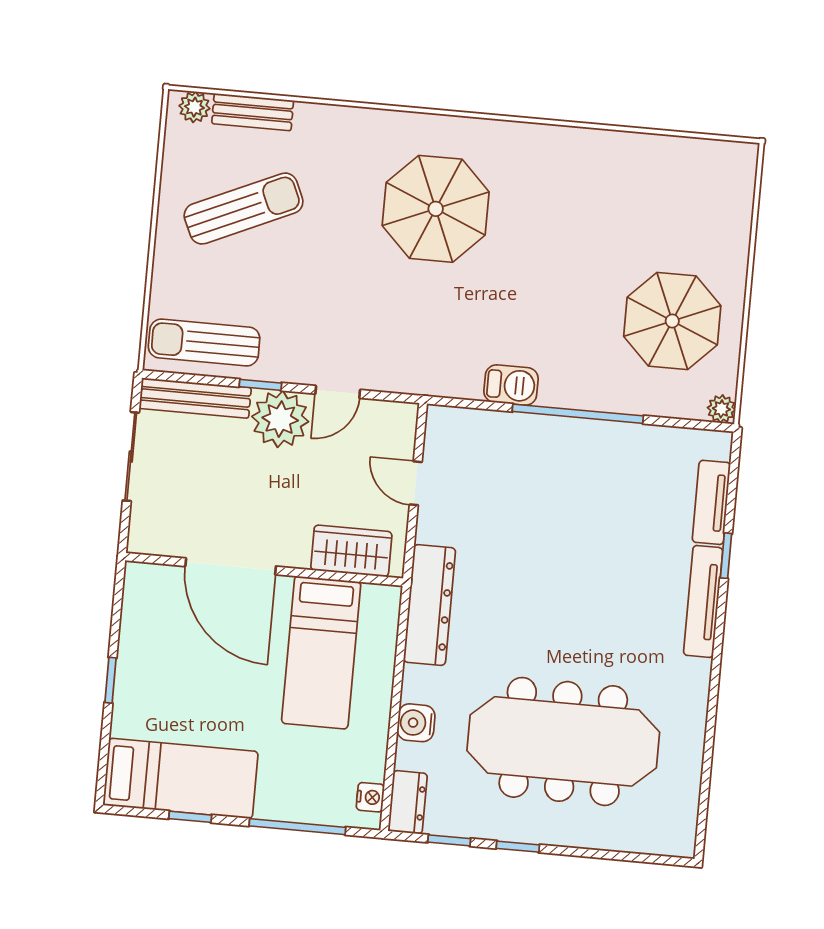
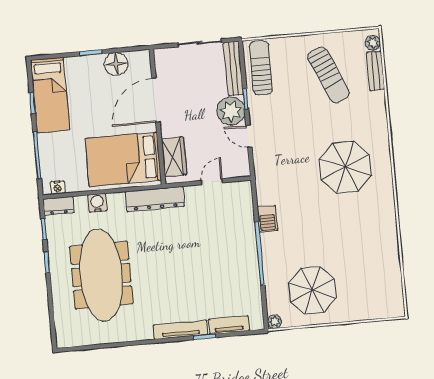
floor lamp: (142, 633) -> (116, 64), added
bed: (321, 653) -> (123, 159), width x1.50

